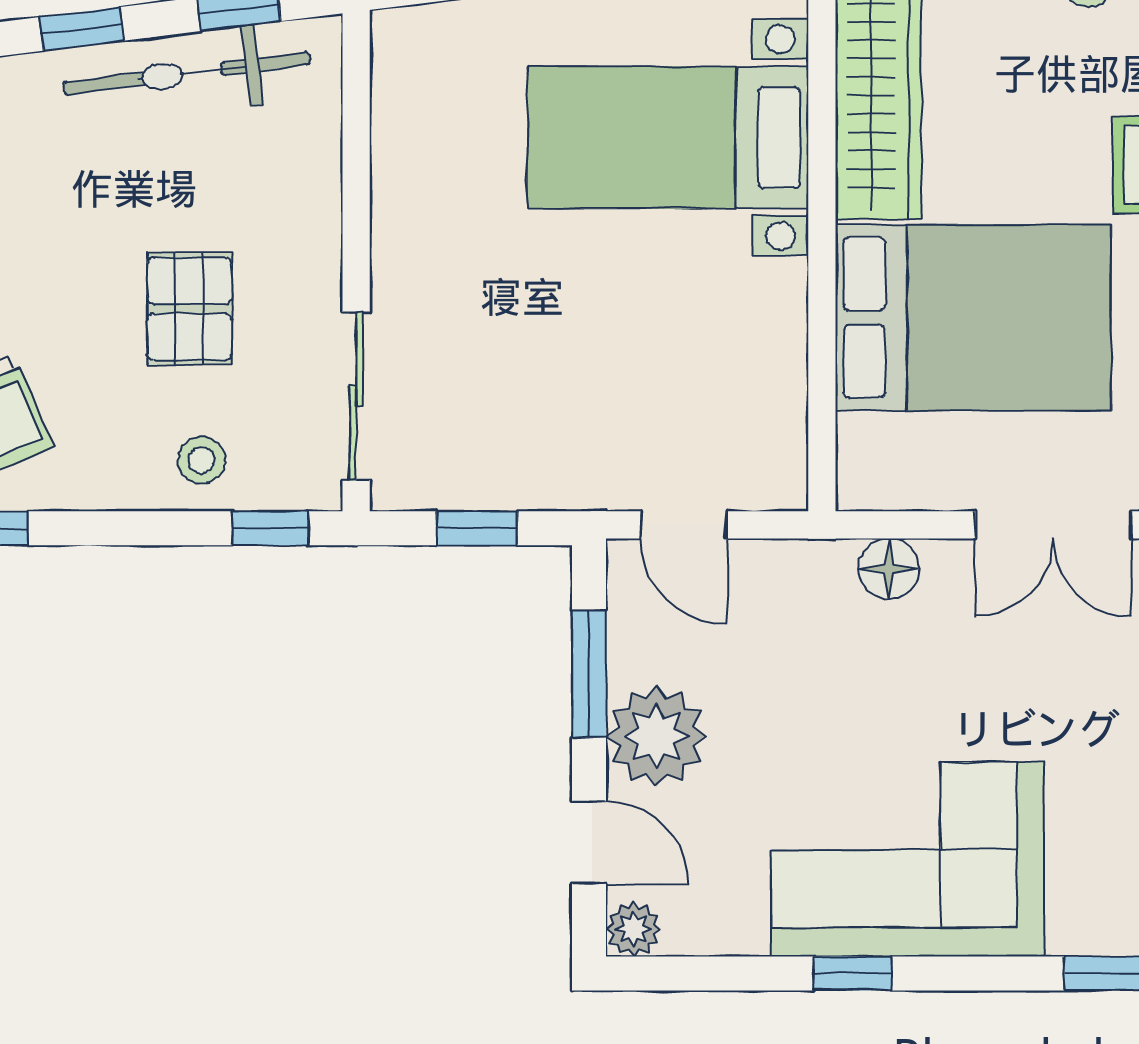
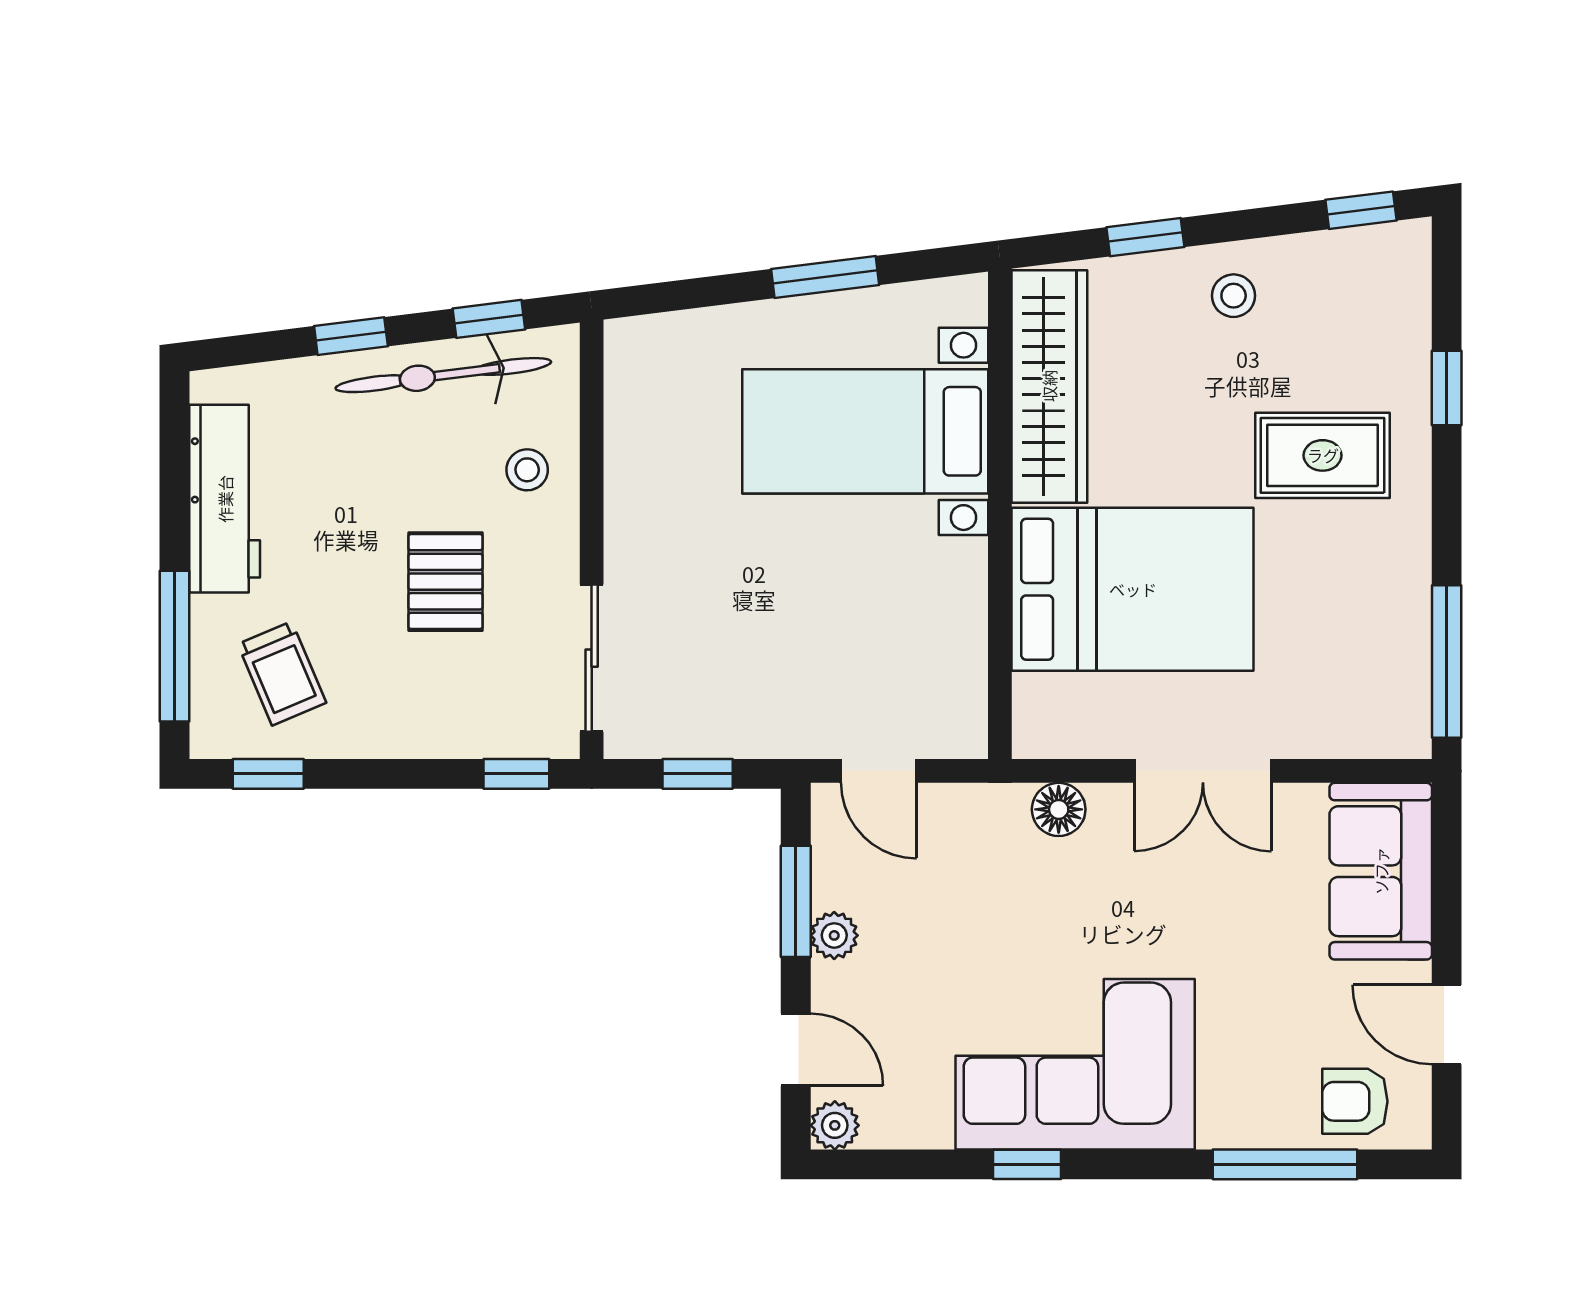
stool: (202, 460) -> (527, 470), moved
plant: (656, 736) -> (834, 935), width x0.53, depth x0.53

